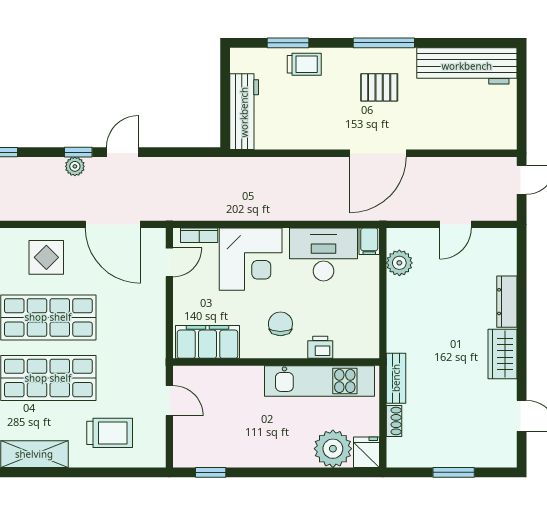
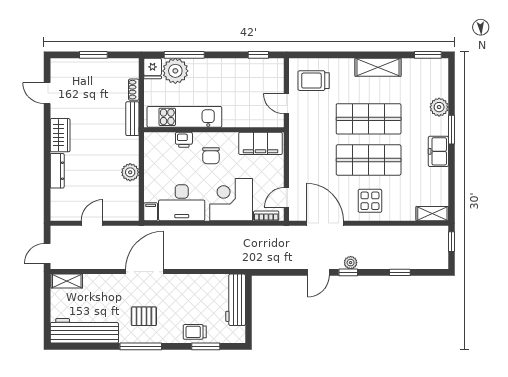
shelving: (493, 139) -> (67, 281), added
plant: (399, 263) -> (130, 172), moved
trolley: (110, 433) -> (314, 81), moved
window: (320, 472) -> (184, 55), added

